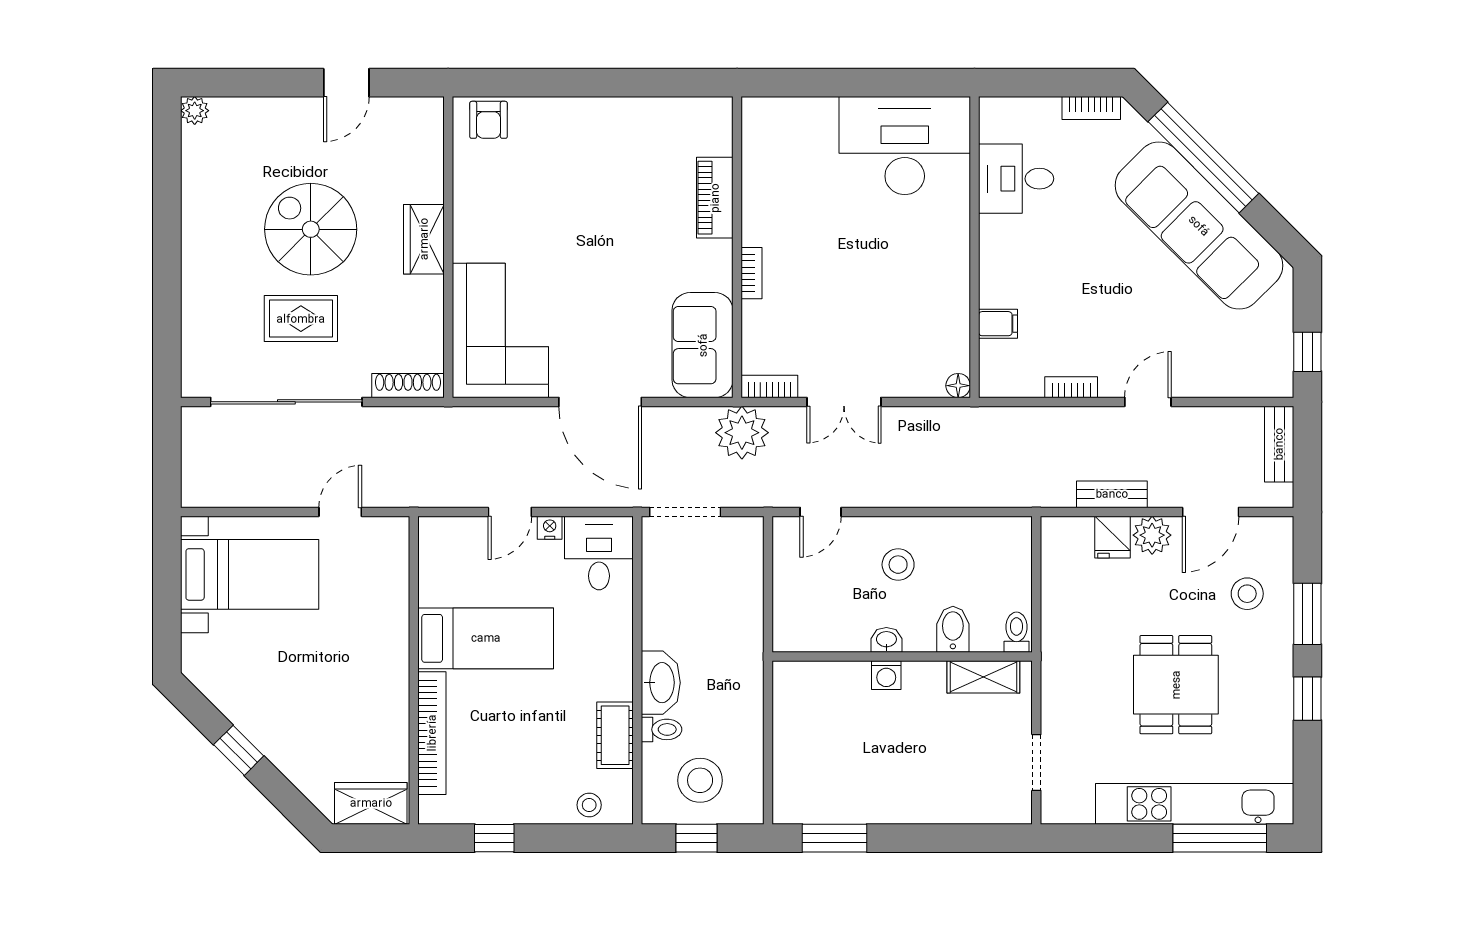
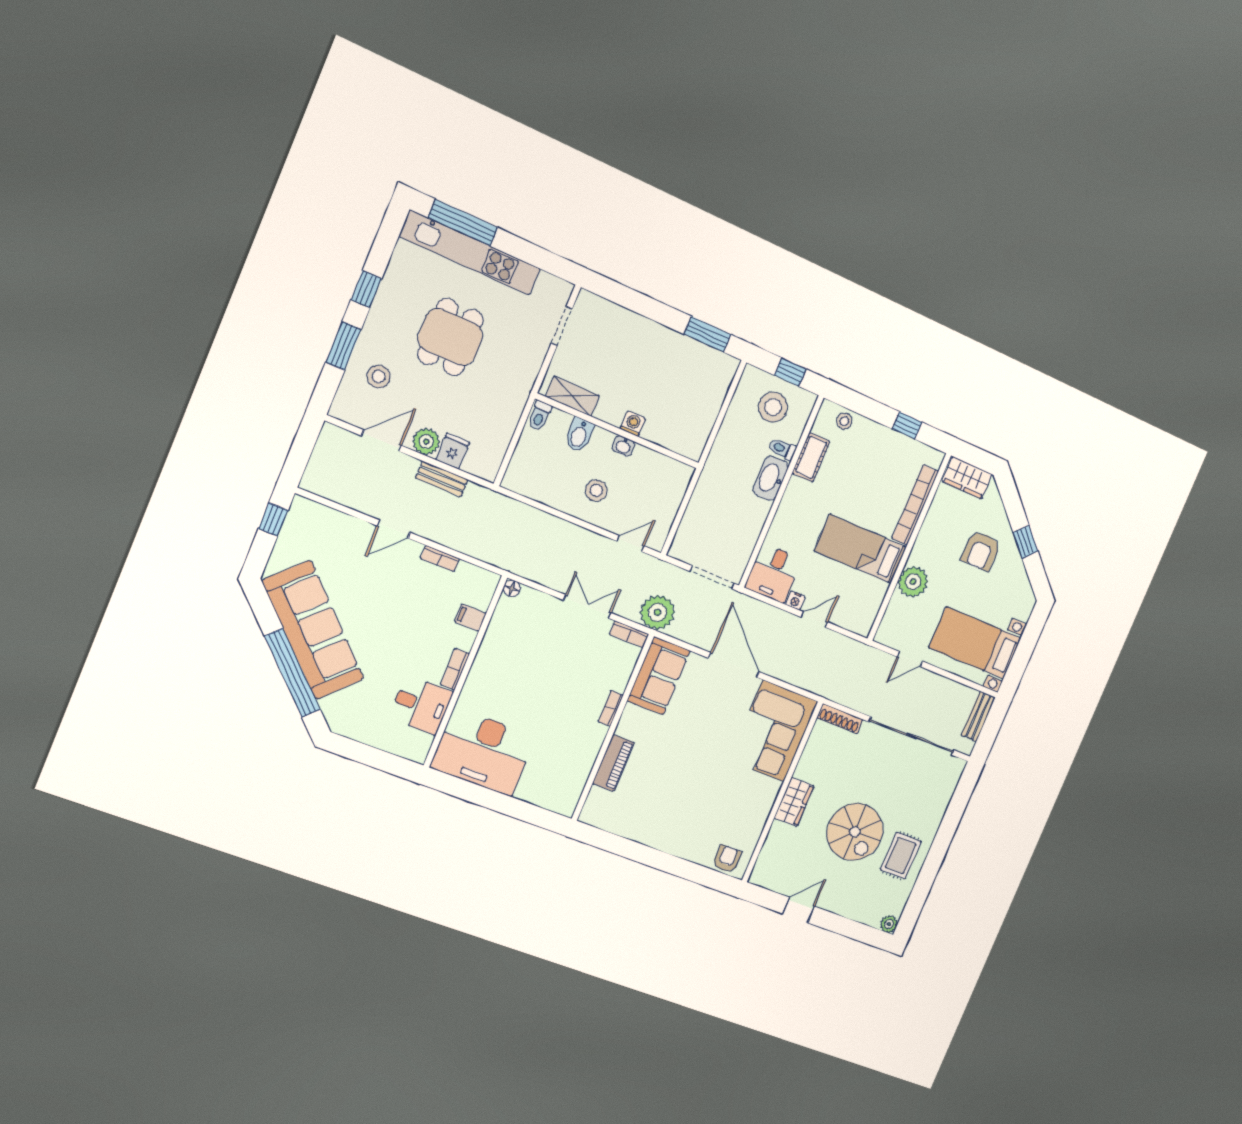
bookcase: (1091, 108) -> (455, 669), moved, turned -90
rug: (301, 319) -> (901, 856), moved, turned 90
bench: (1279, 444) -> (978, 716), moved
plant: (385, 624) -> (913, 582), added
armchair: (302, 709) -> (981, 551), added

